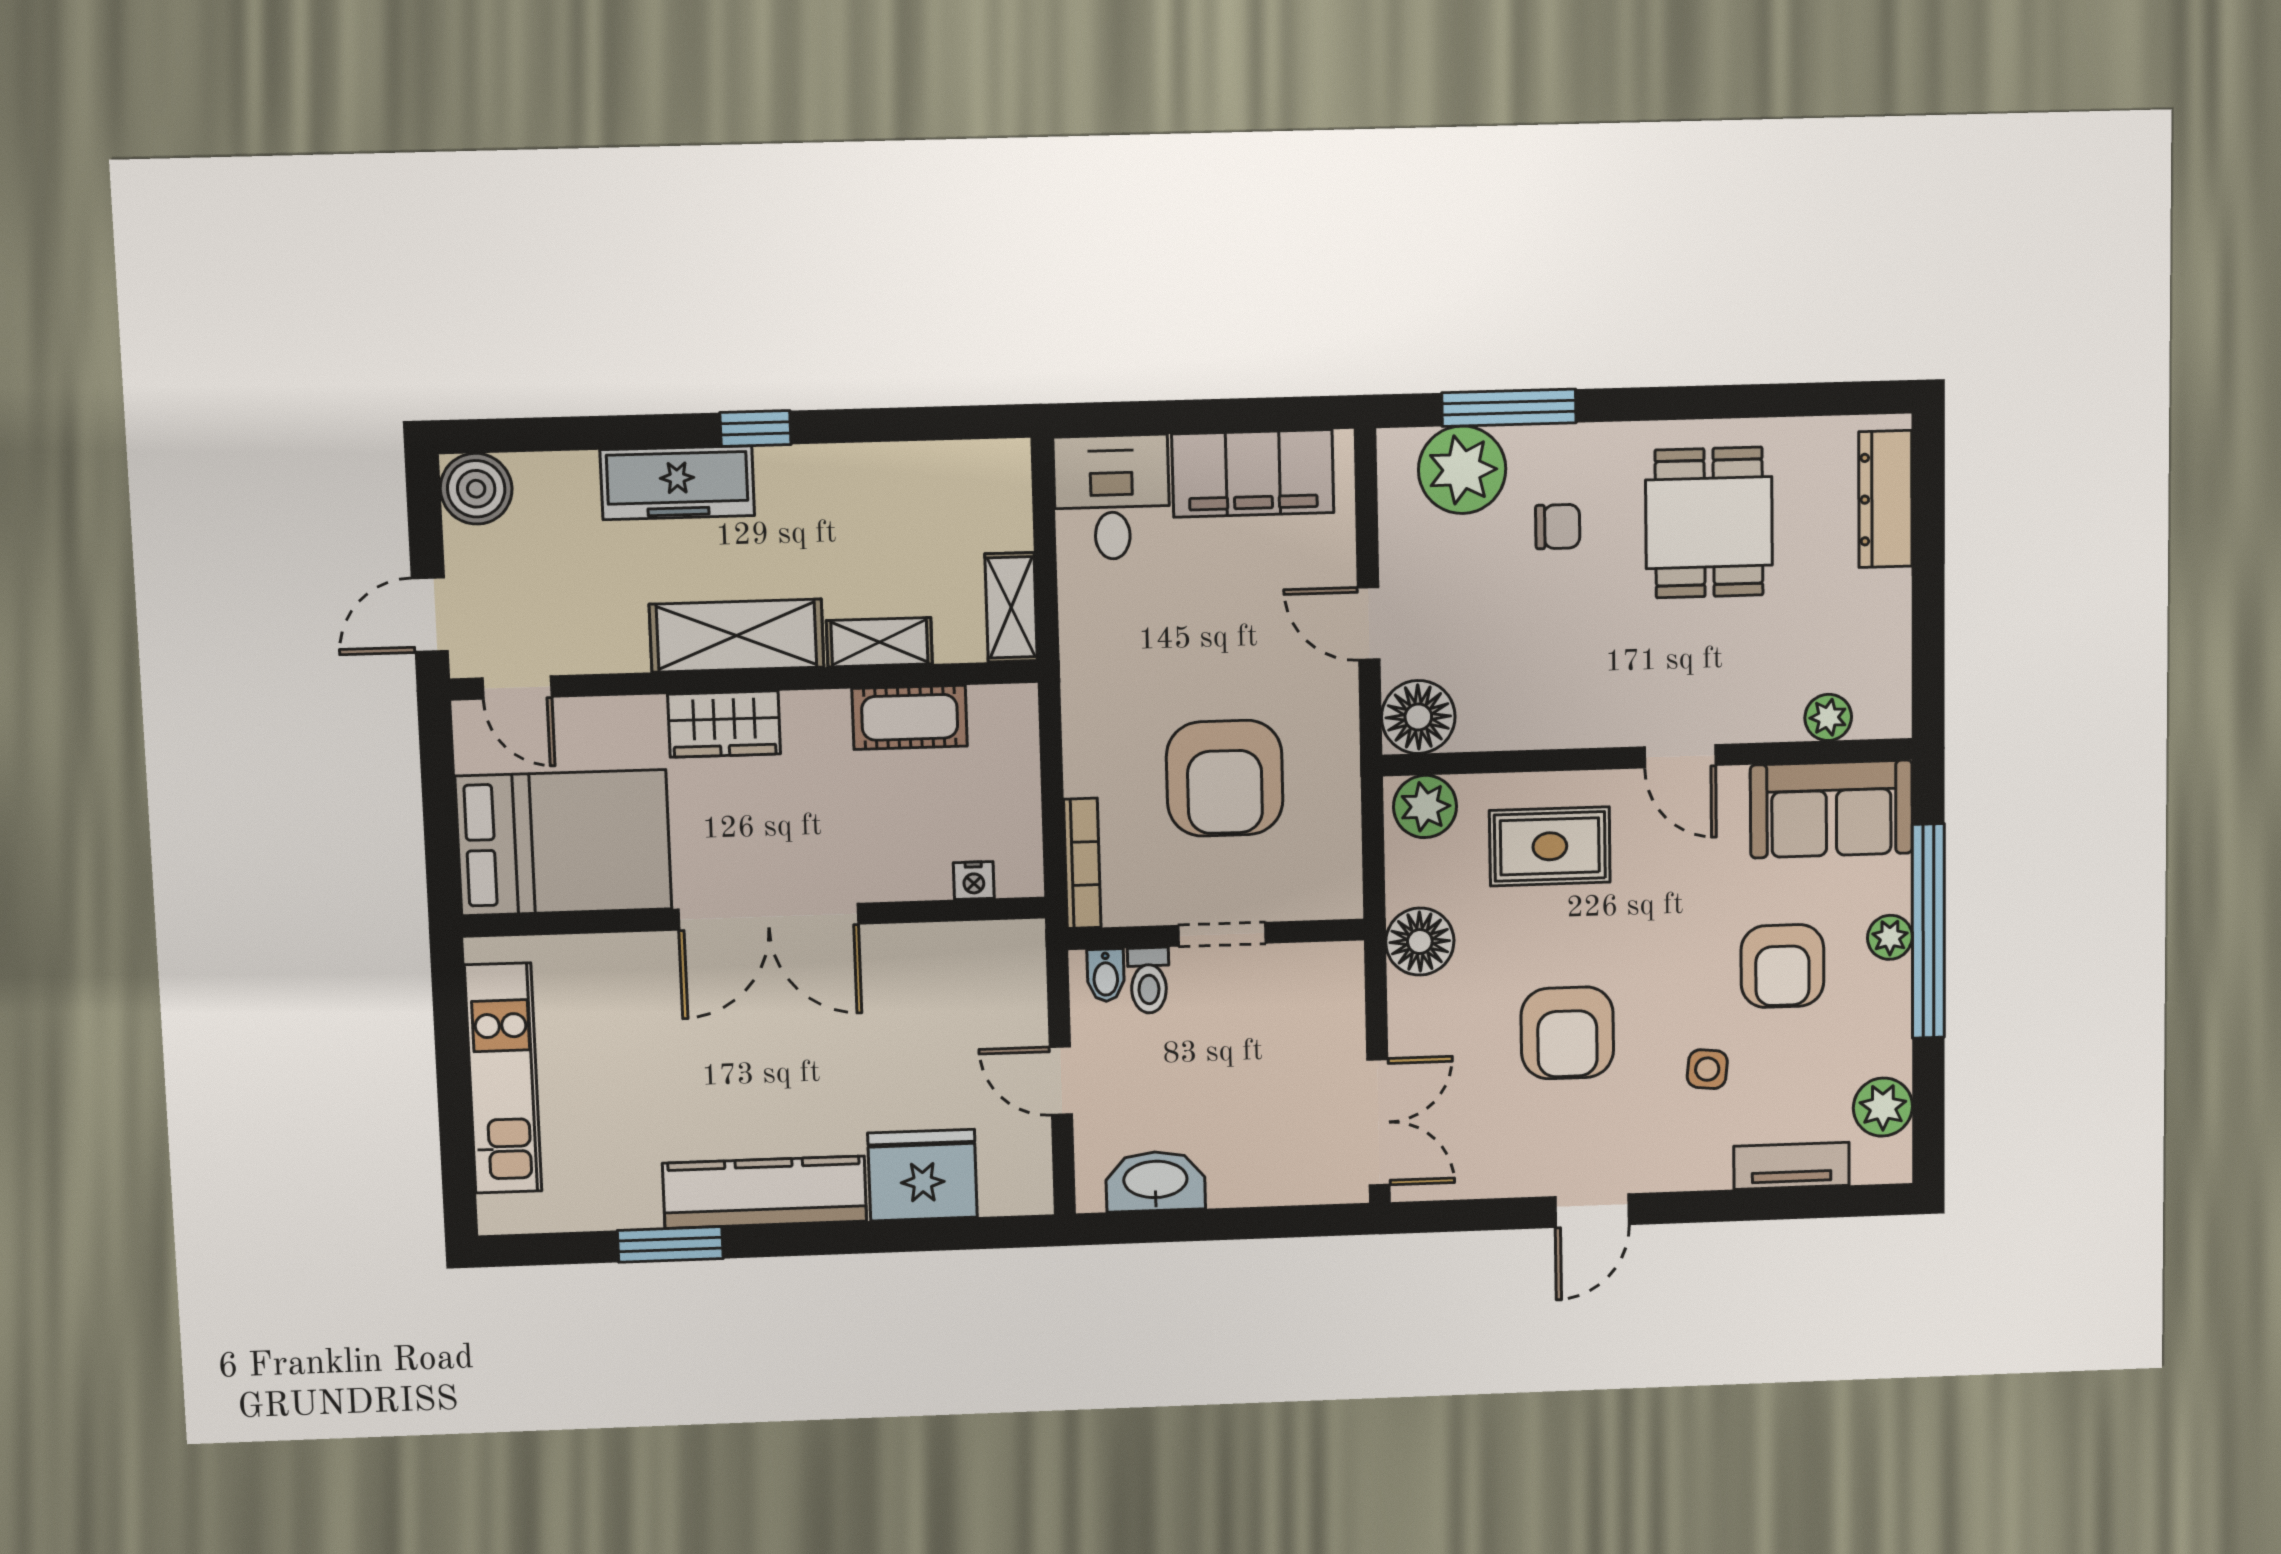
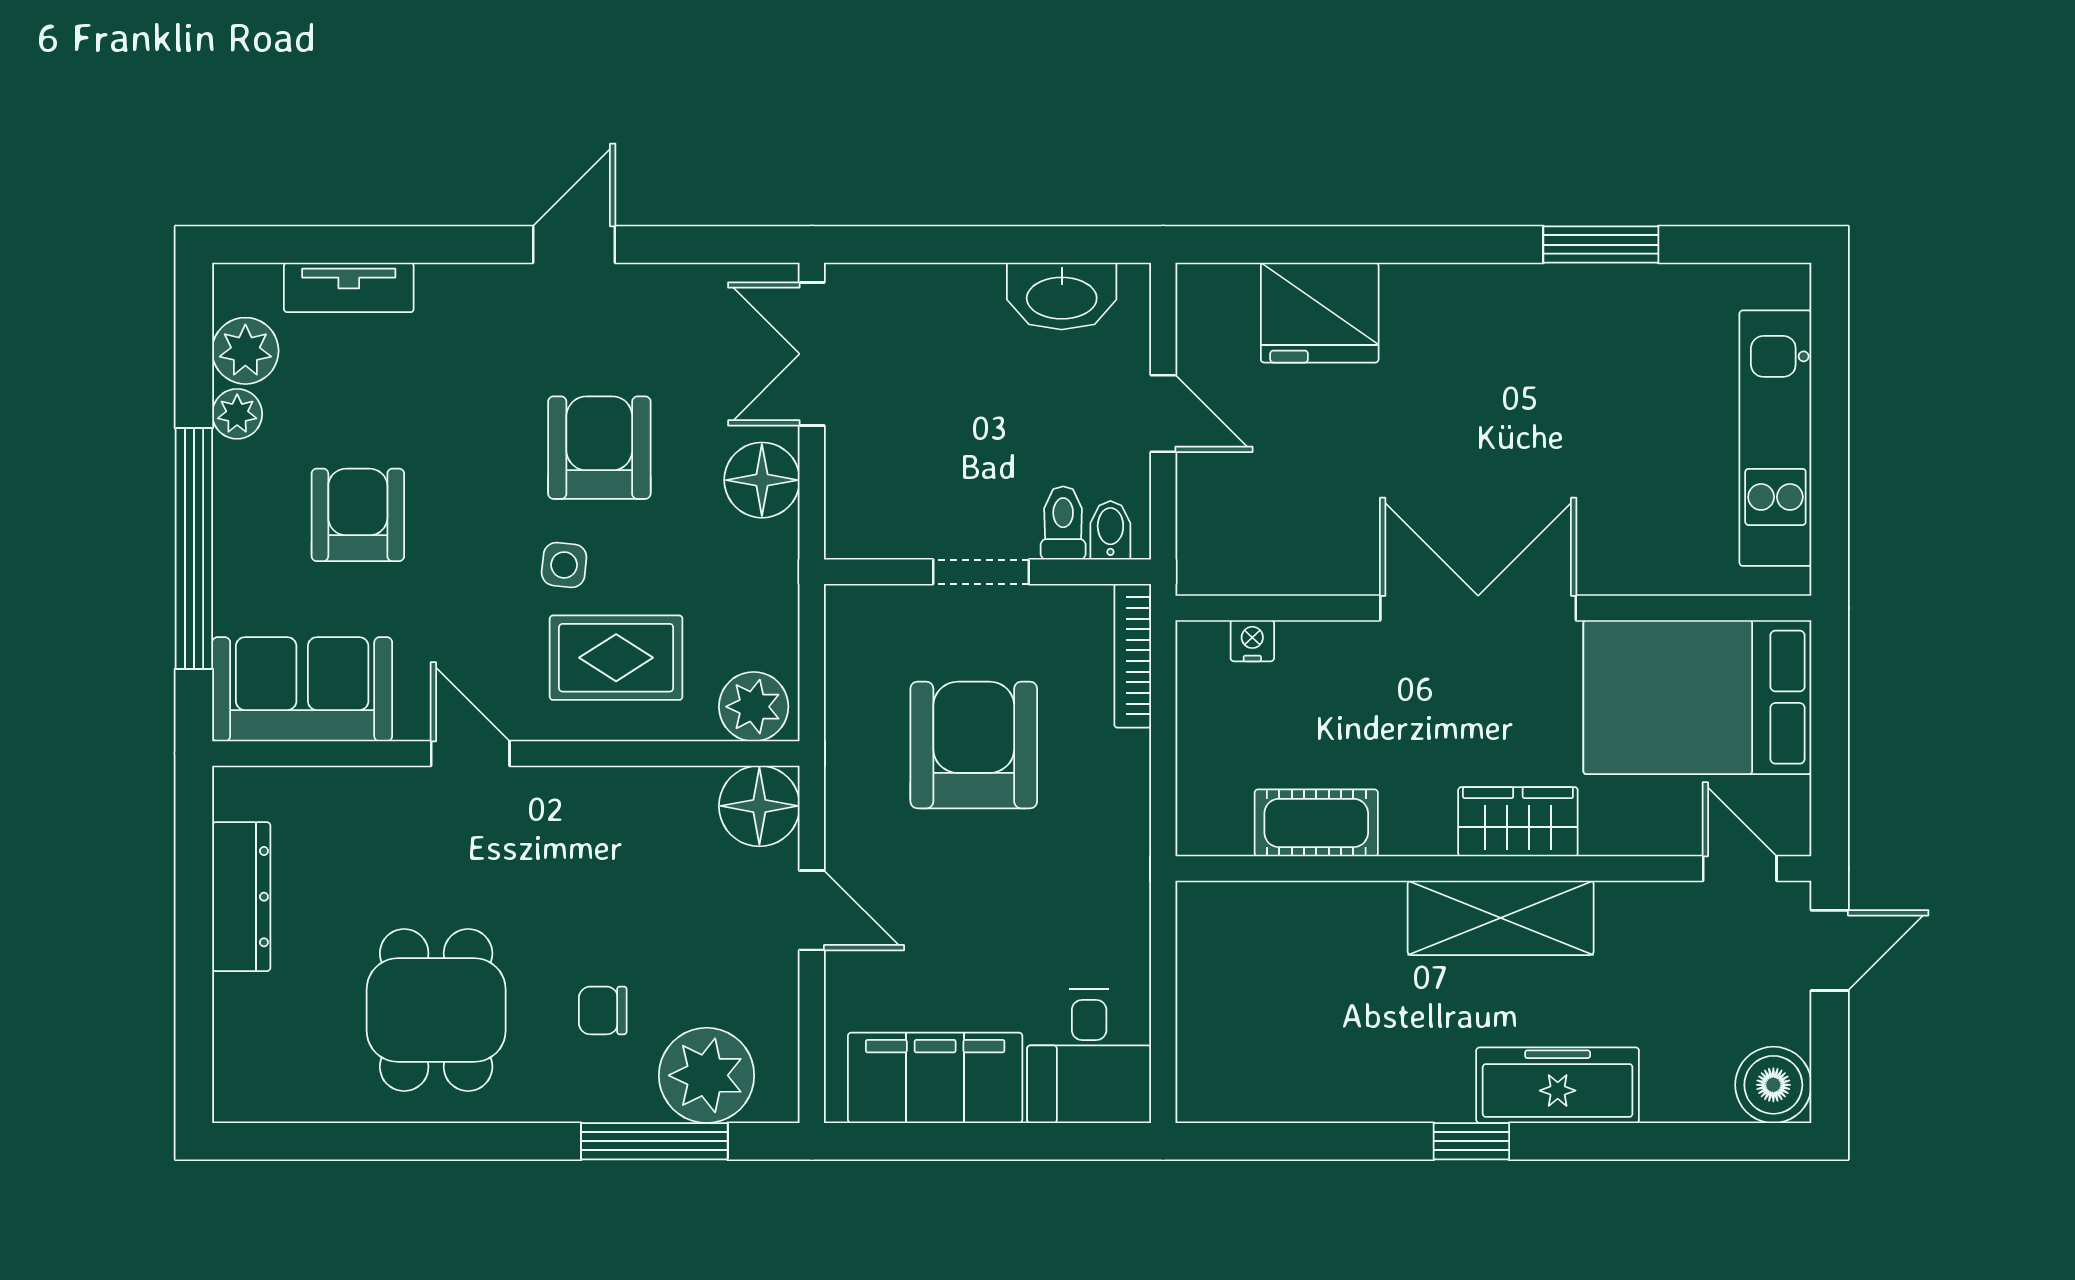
dresser: (1885, 499) -> (241, 897), moved
shelving: (1011, 607) -> (1202, 940), removed
shelving: (879, 642) -> (1346, 906), removed
plant: (1828, 717) -> (305, 791), removed
plant: (1890, 937) -> (237, 414), moved
floor lamp: (1420, 942) -> (762, 480), moved
side table: (1707, 1069) -> (564, 565), moved
kitchen counter: (765, 1192) -> (1495, 300), removed

